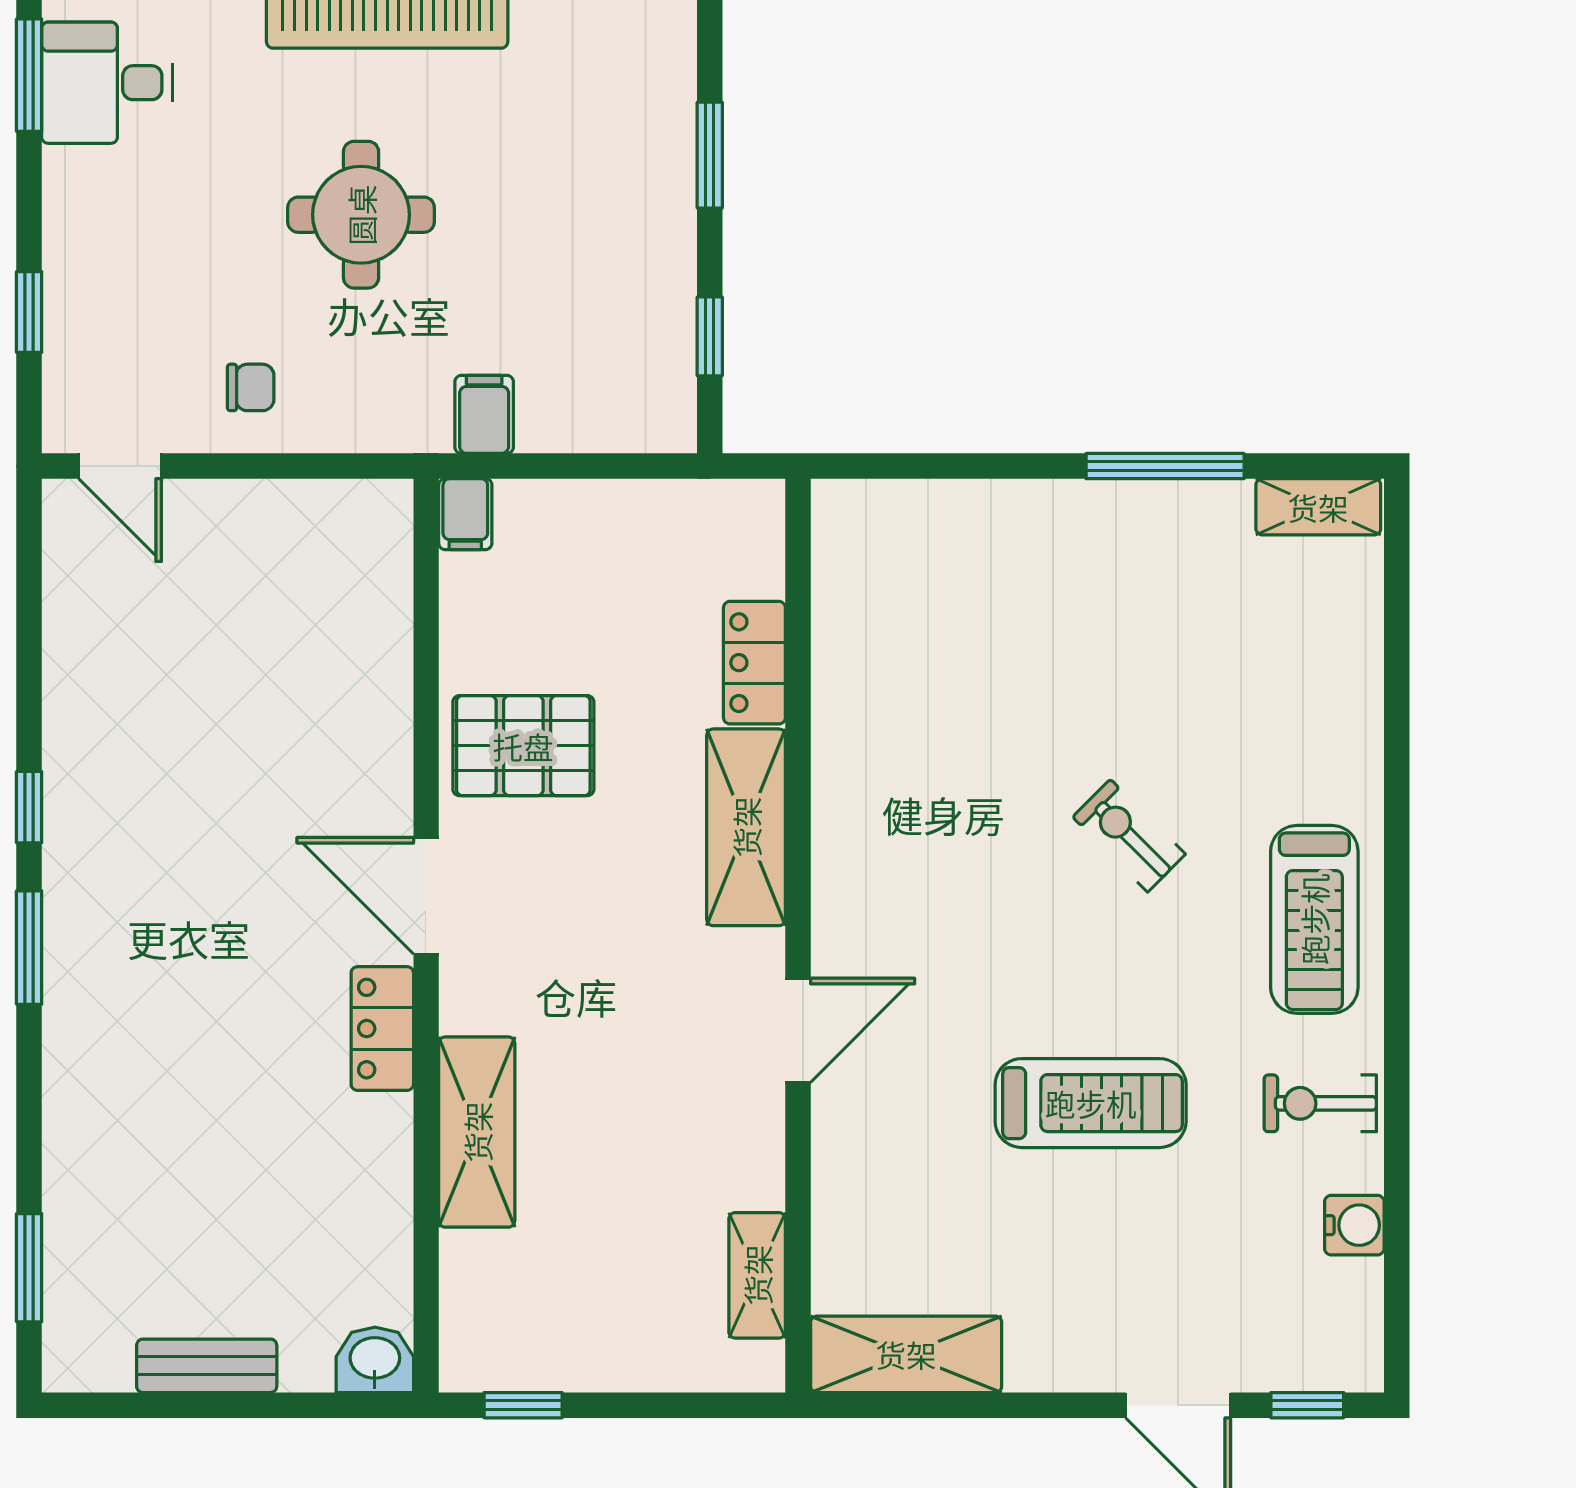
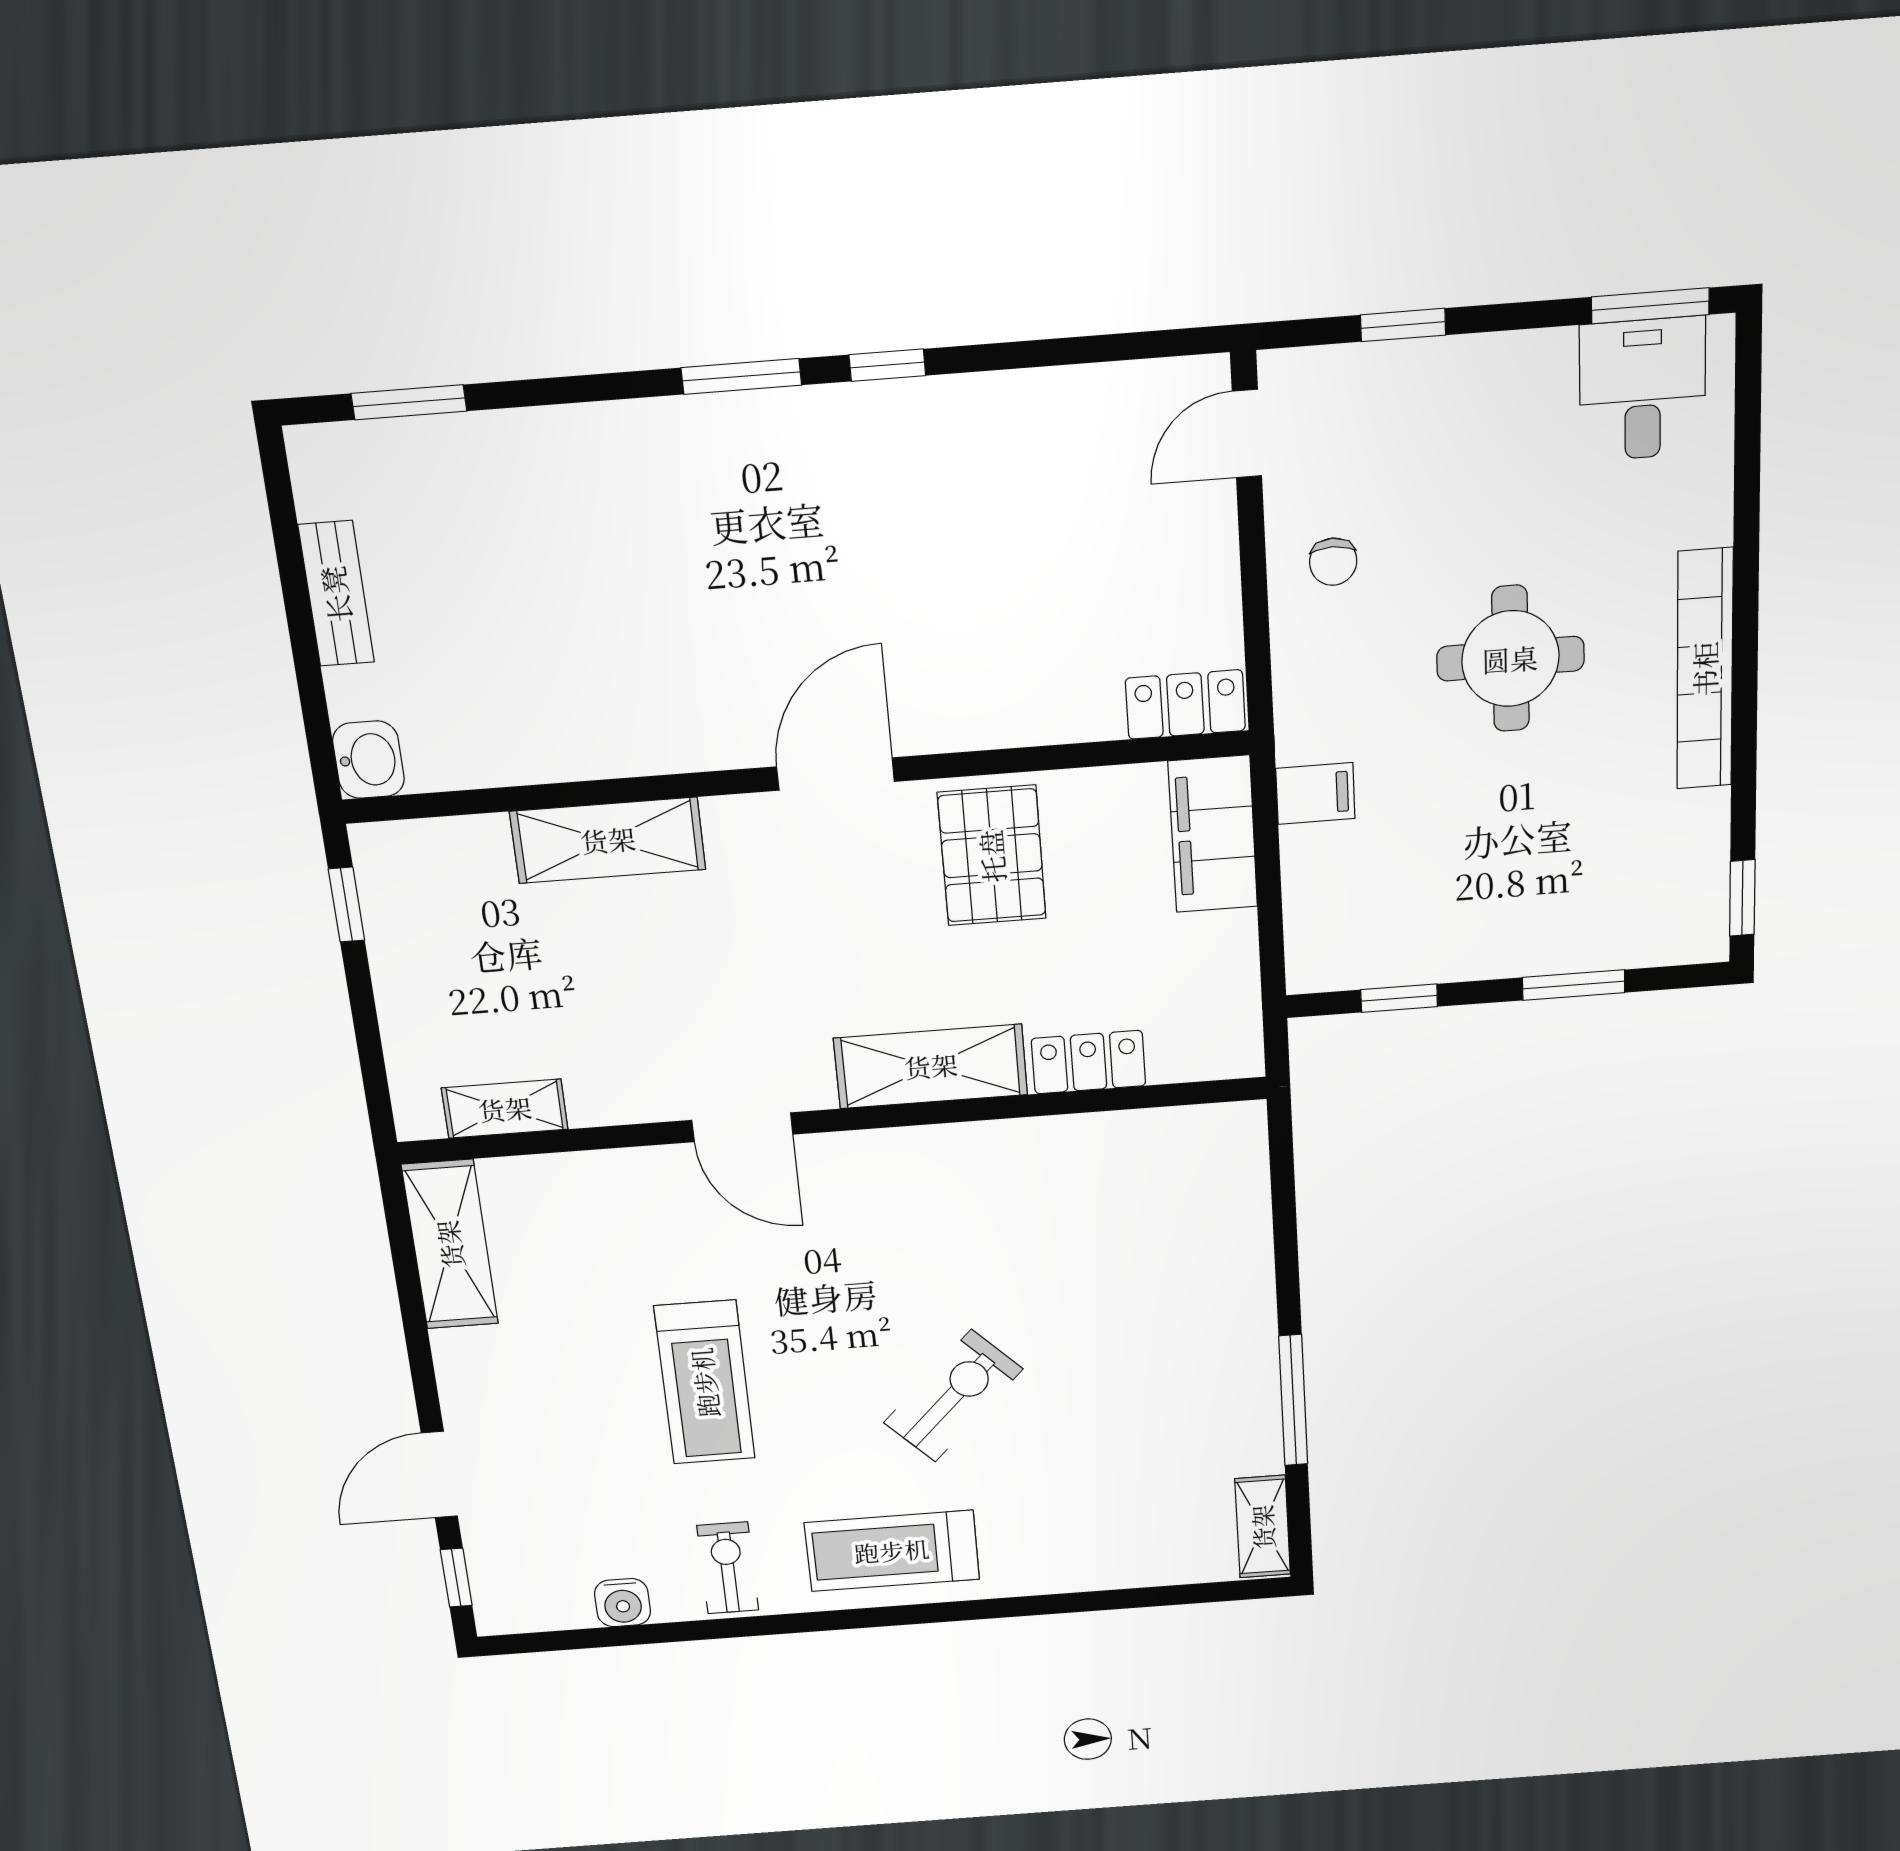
filing cabinet: (465, 514) -> (1213, 834), width x3.00, depth x1.17
exercise bike: (1129, 836) -> (953, 1396), width x1.38, depth x1.39
locker: (382, 1029) -> (1185, 704), moved

